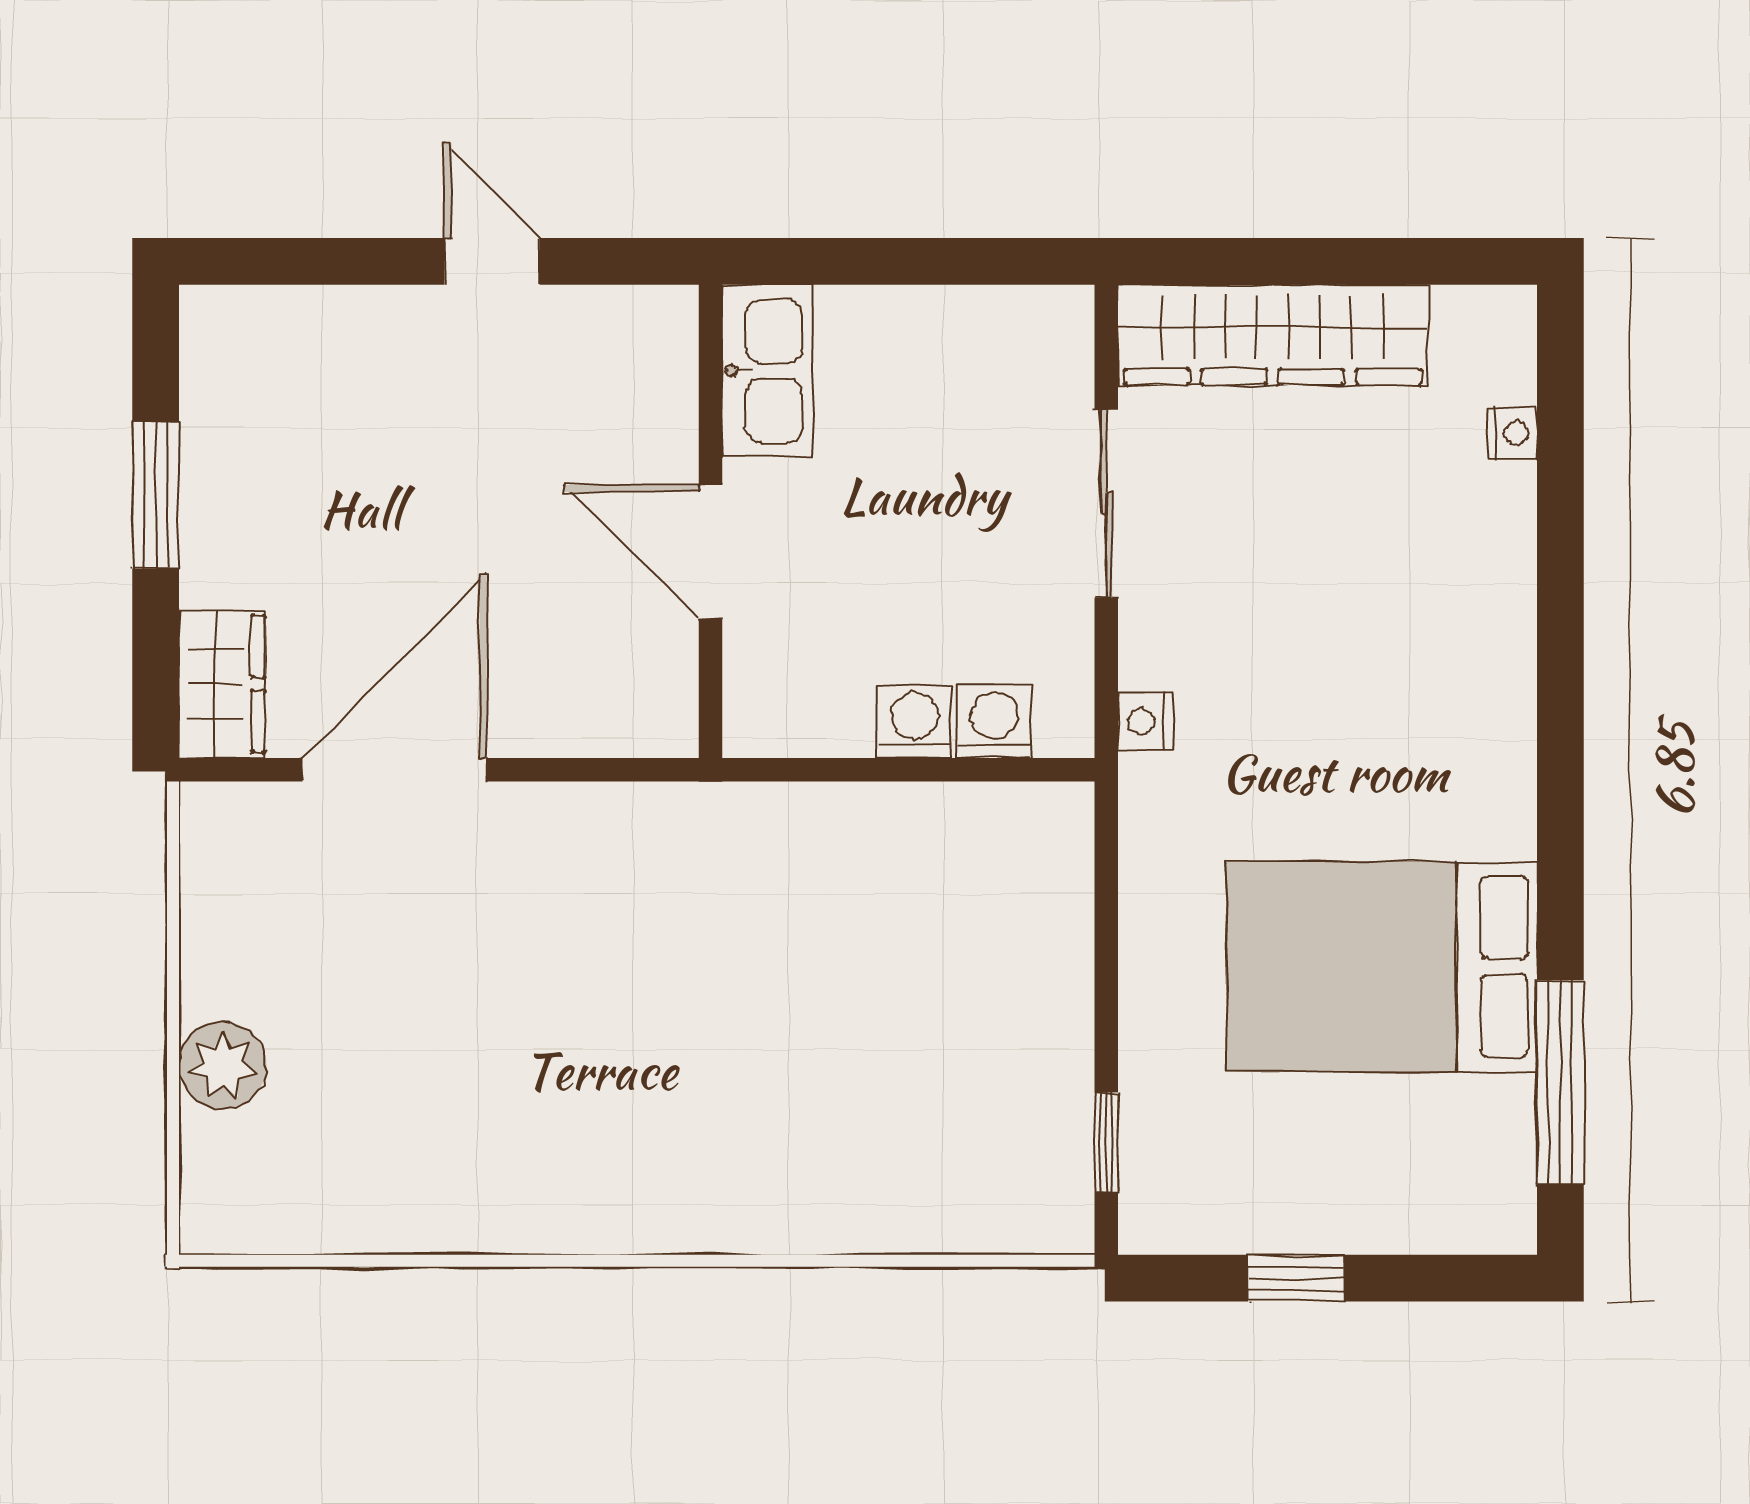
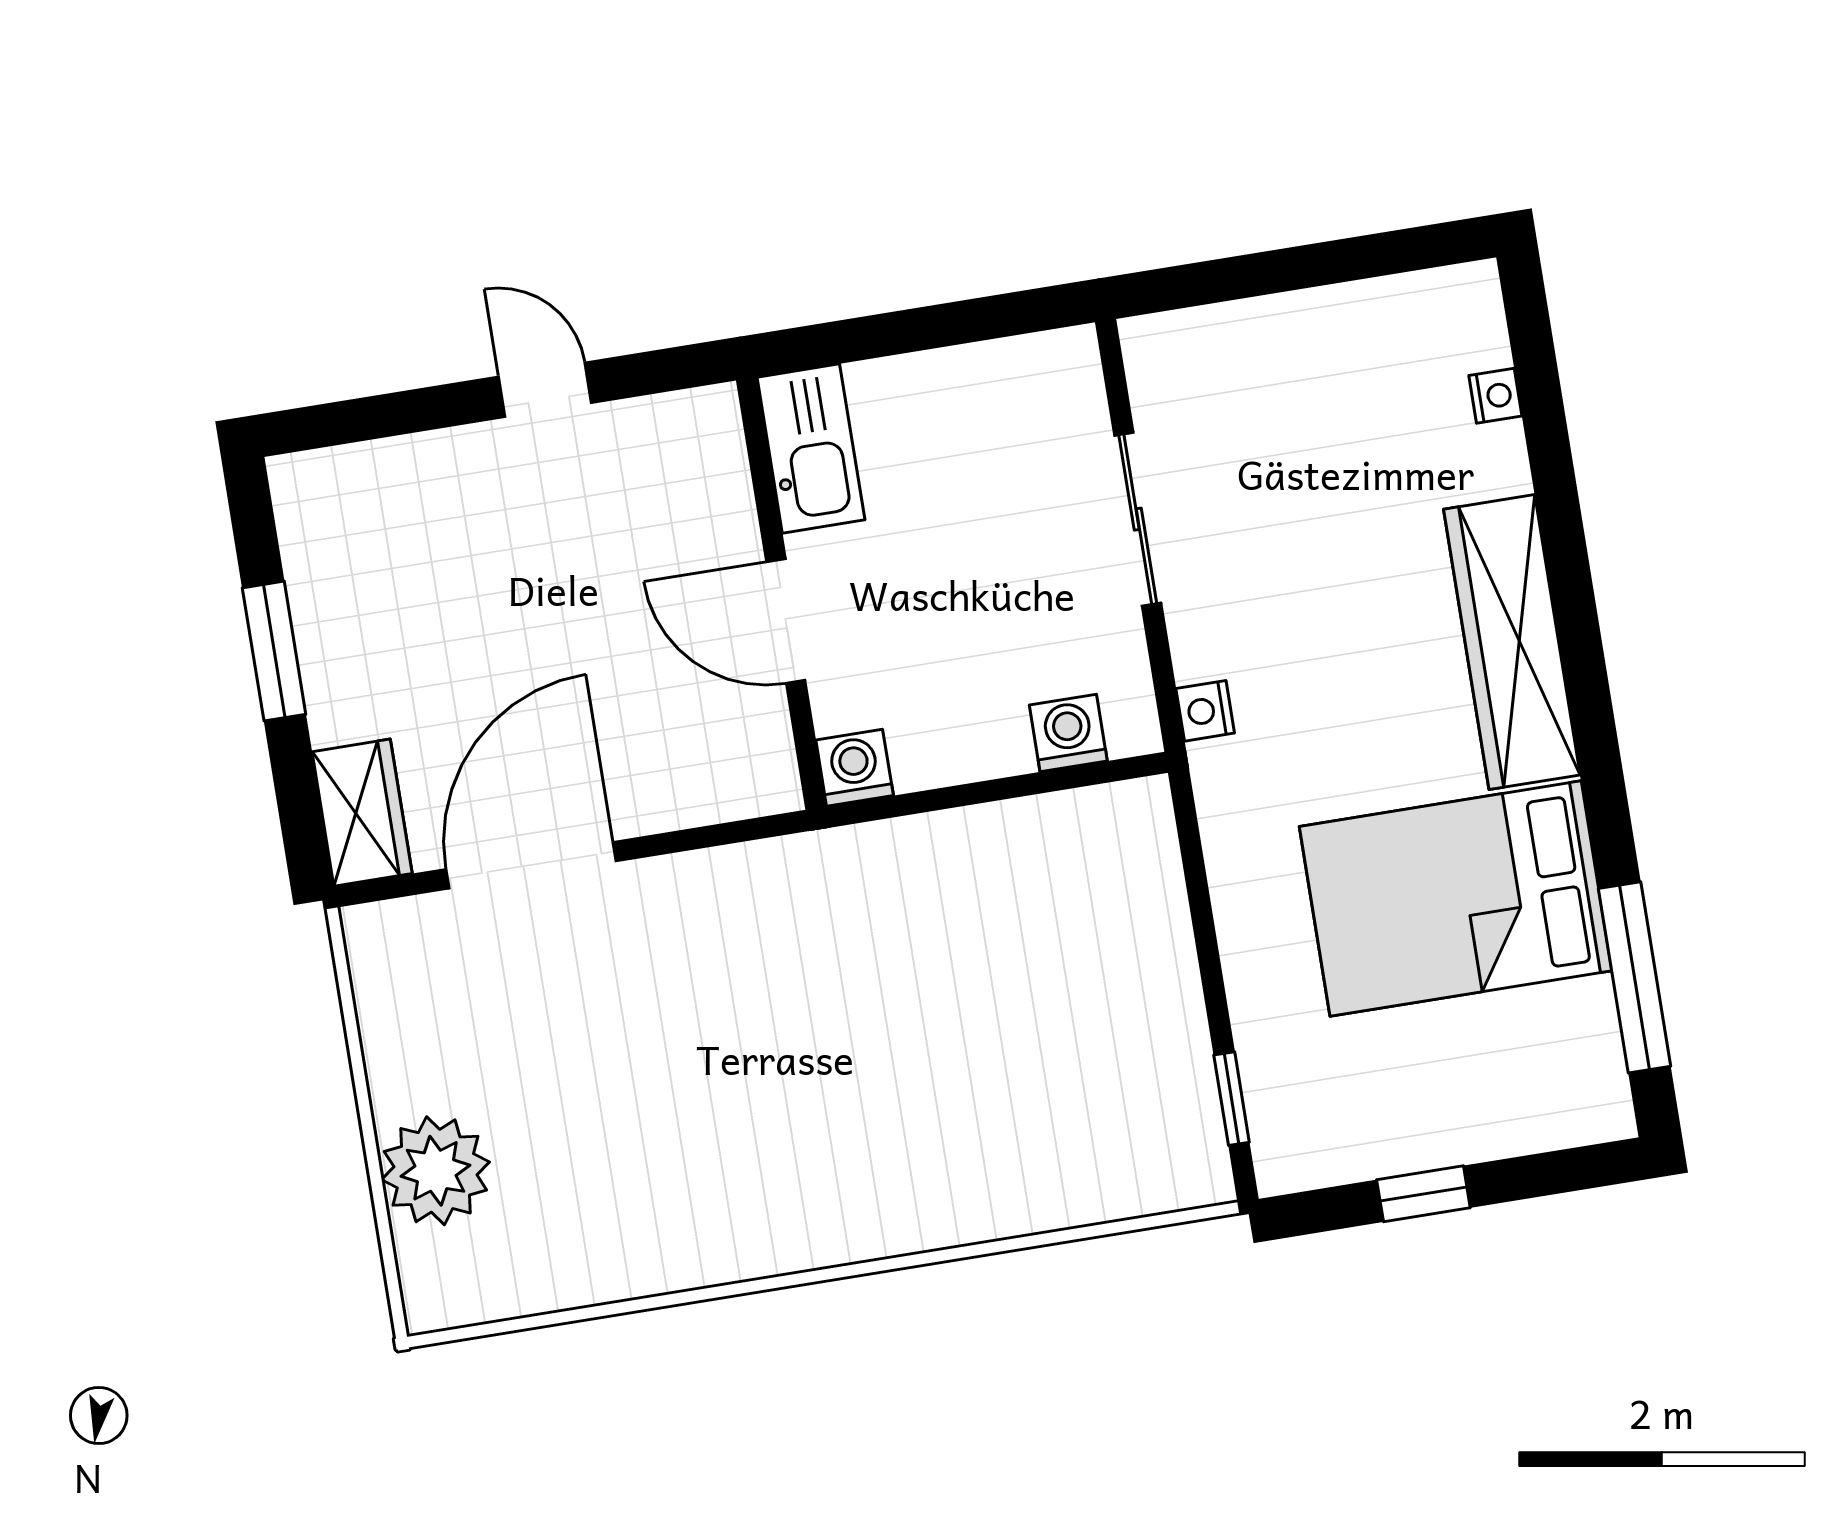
wardrobe: (1273, 335) -> (1512, 642), moved, turned 90
washing machine: (915, 721) -> (855, 768), moved
plant: (223, 1066) -> (435, 1171), width x1.36, depth x1.36

